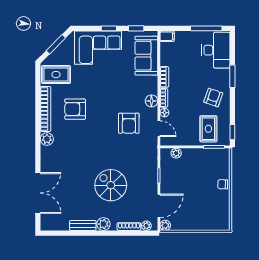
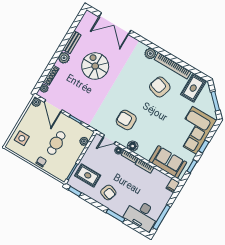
armchair: (75, 109) -> (160, 87), turned -73
cafe table: (195, 180) -> (56, 143), added
spiral stairs: (111, 185) -> (95, 66), moved, turned -90
side table: (211, 218) -> (22, 138), added

